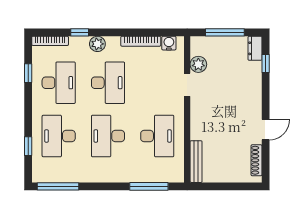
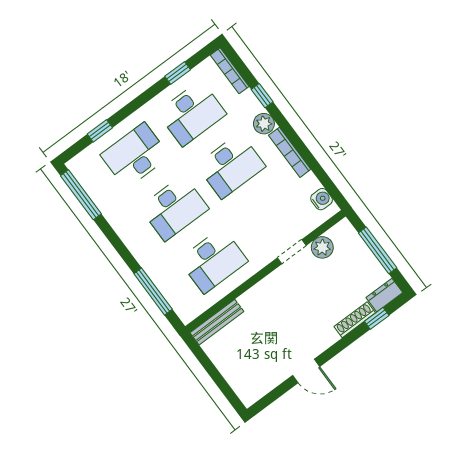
bookcase: (141, 41) -> (290, 152), moved
desk: (108, 136) -> (174, 208), turned 180
shoe rack: (257, 160) -> (355, 320), moved

